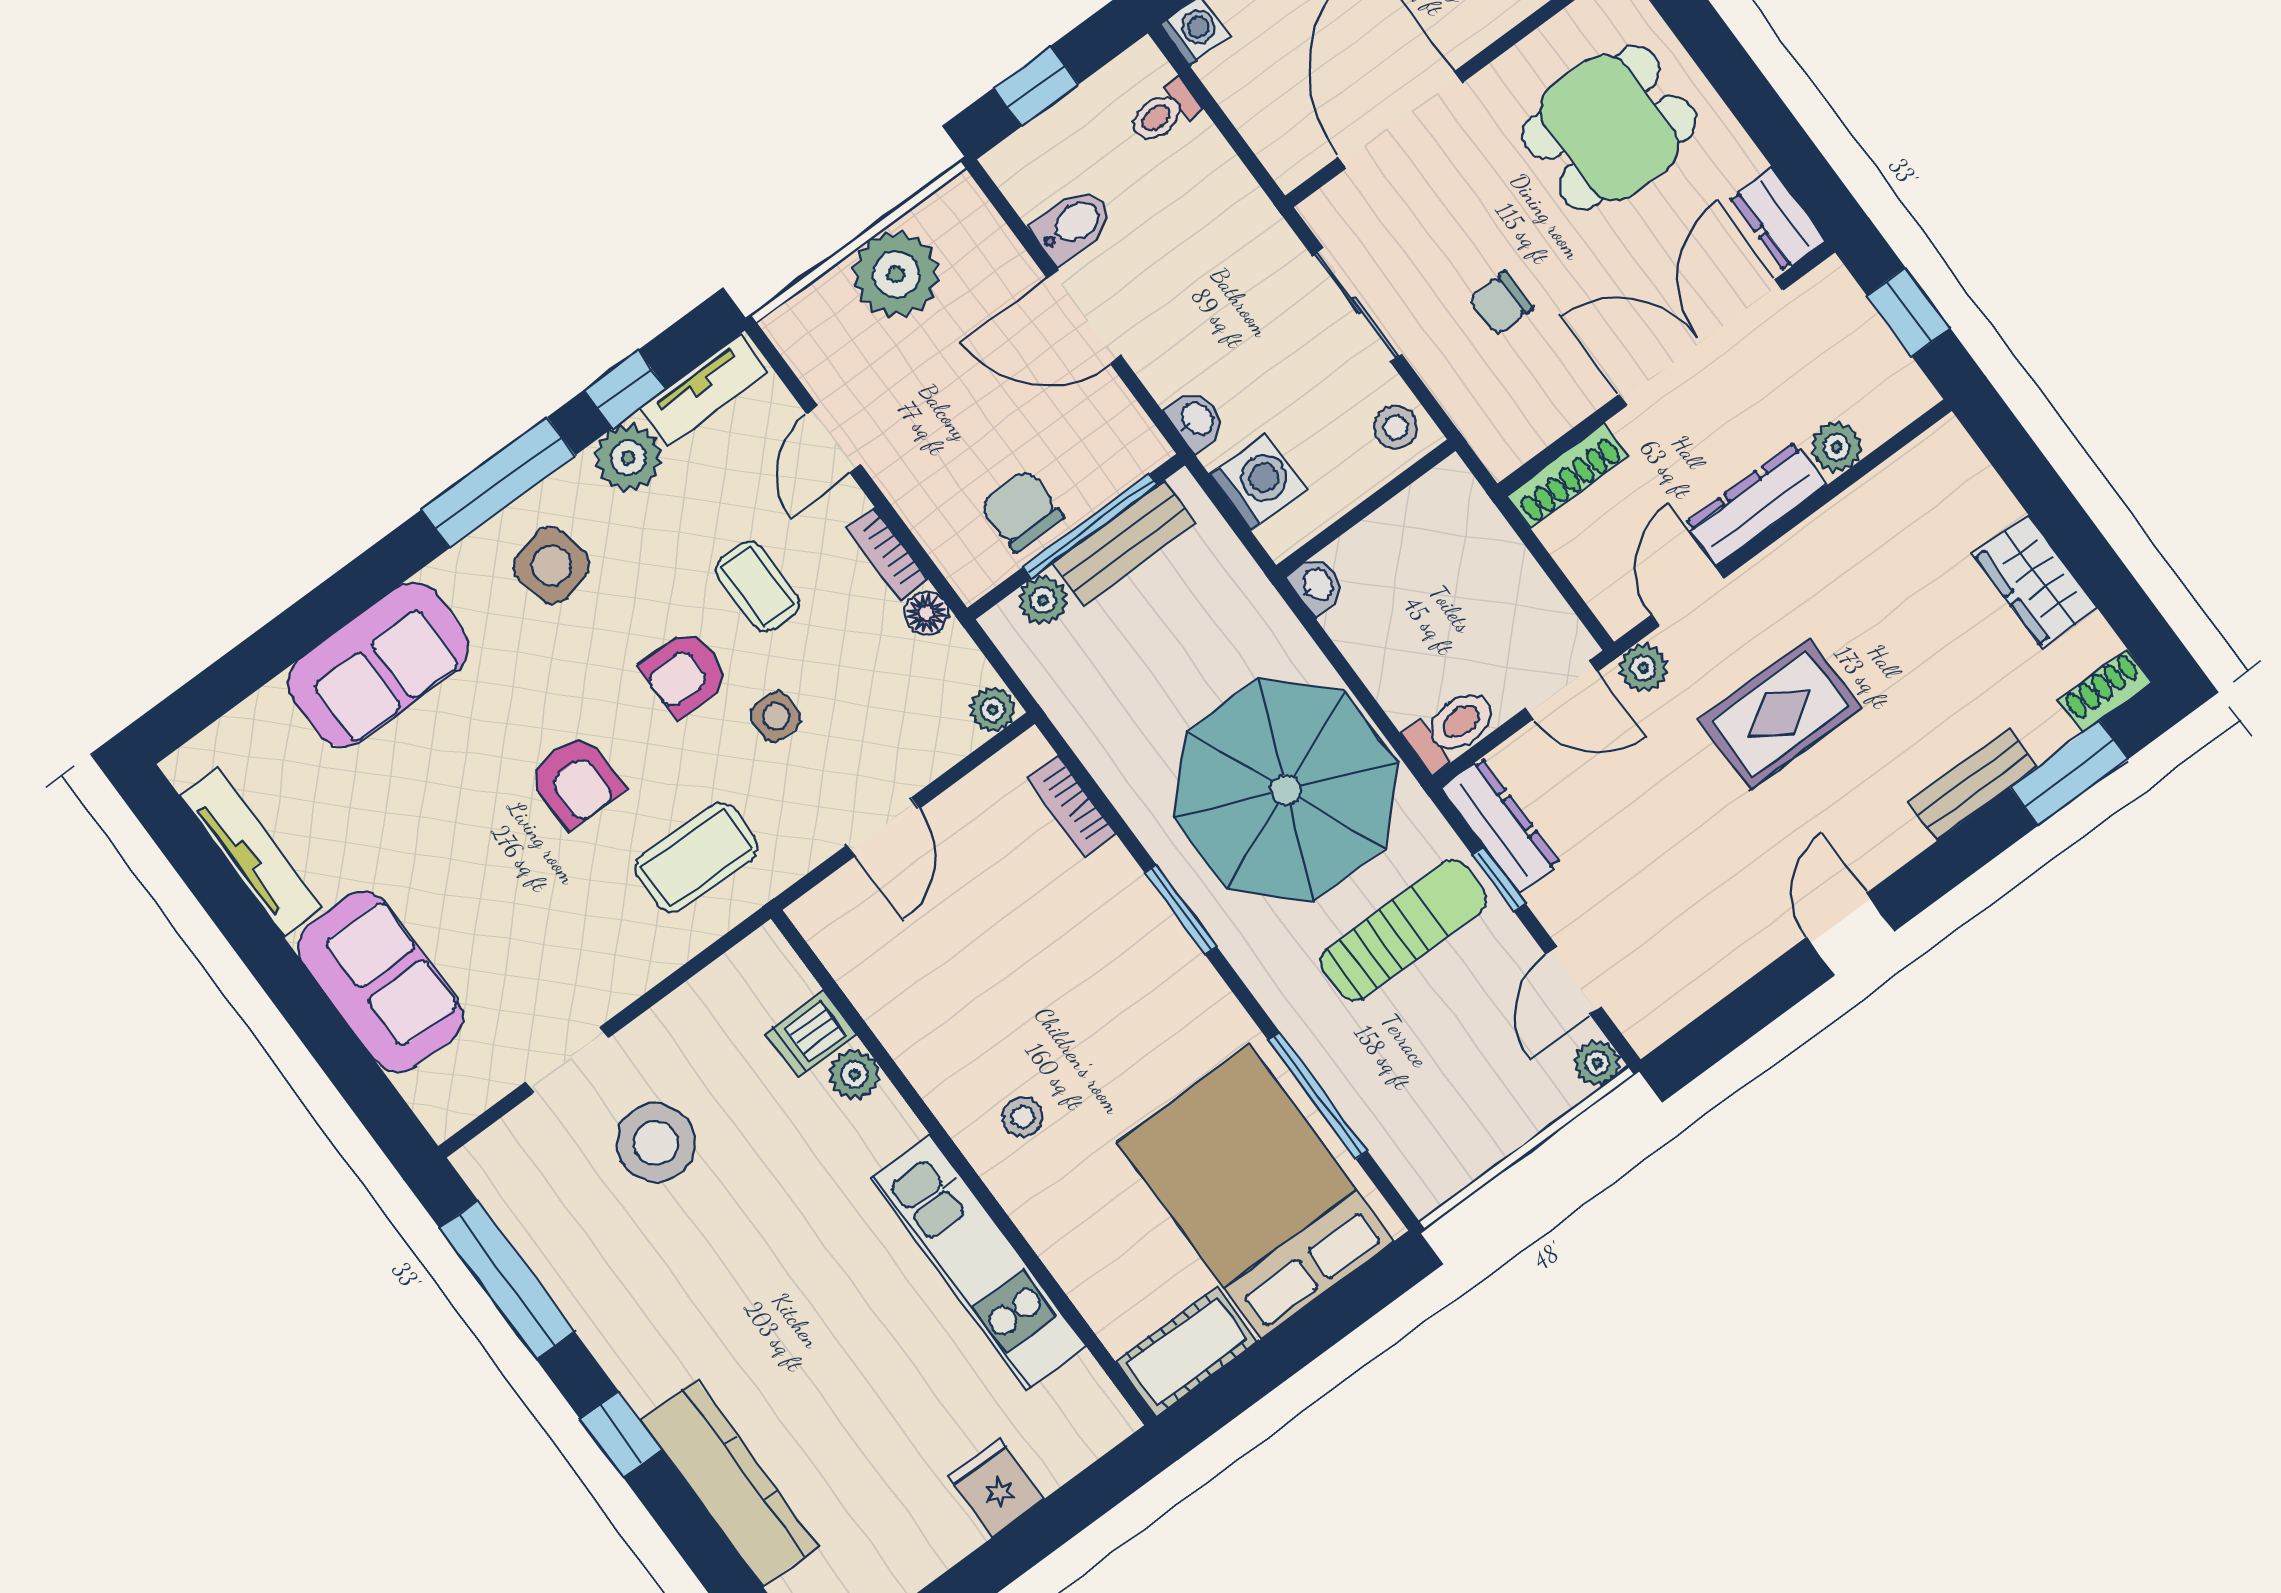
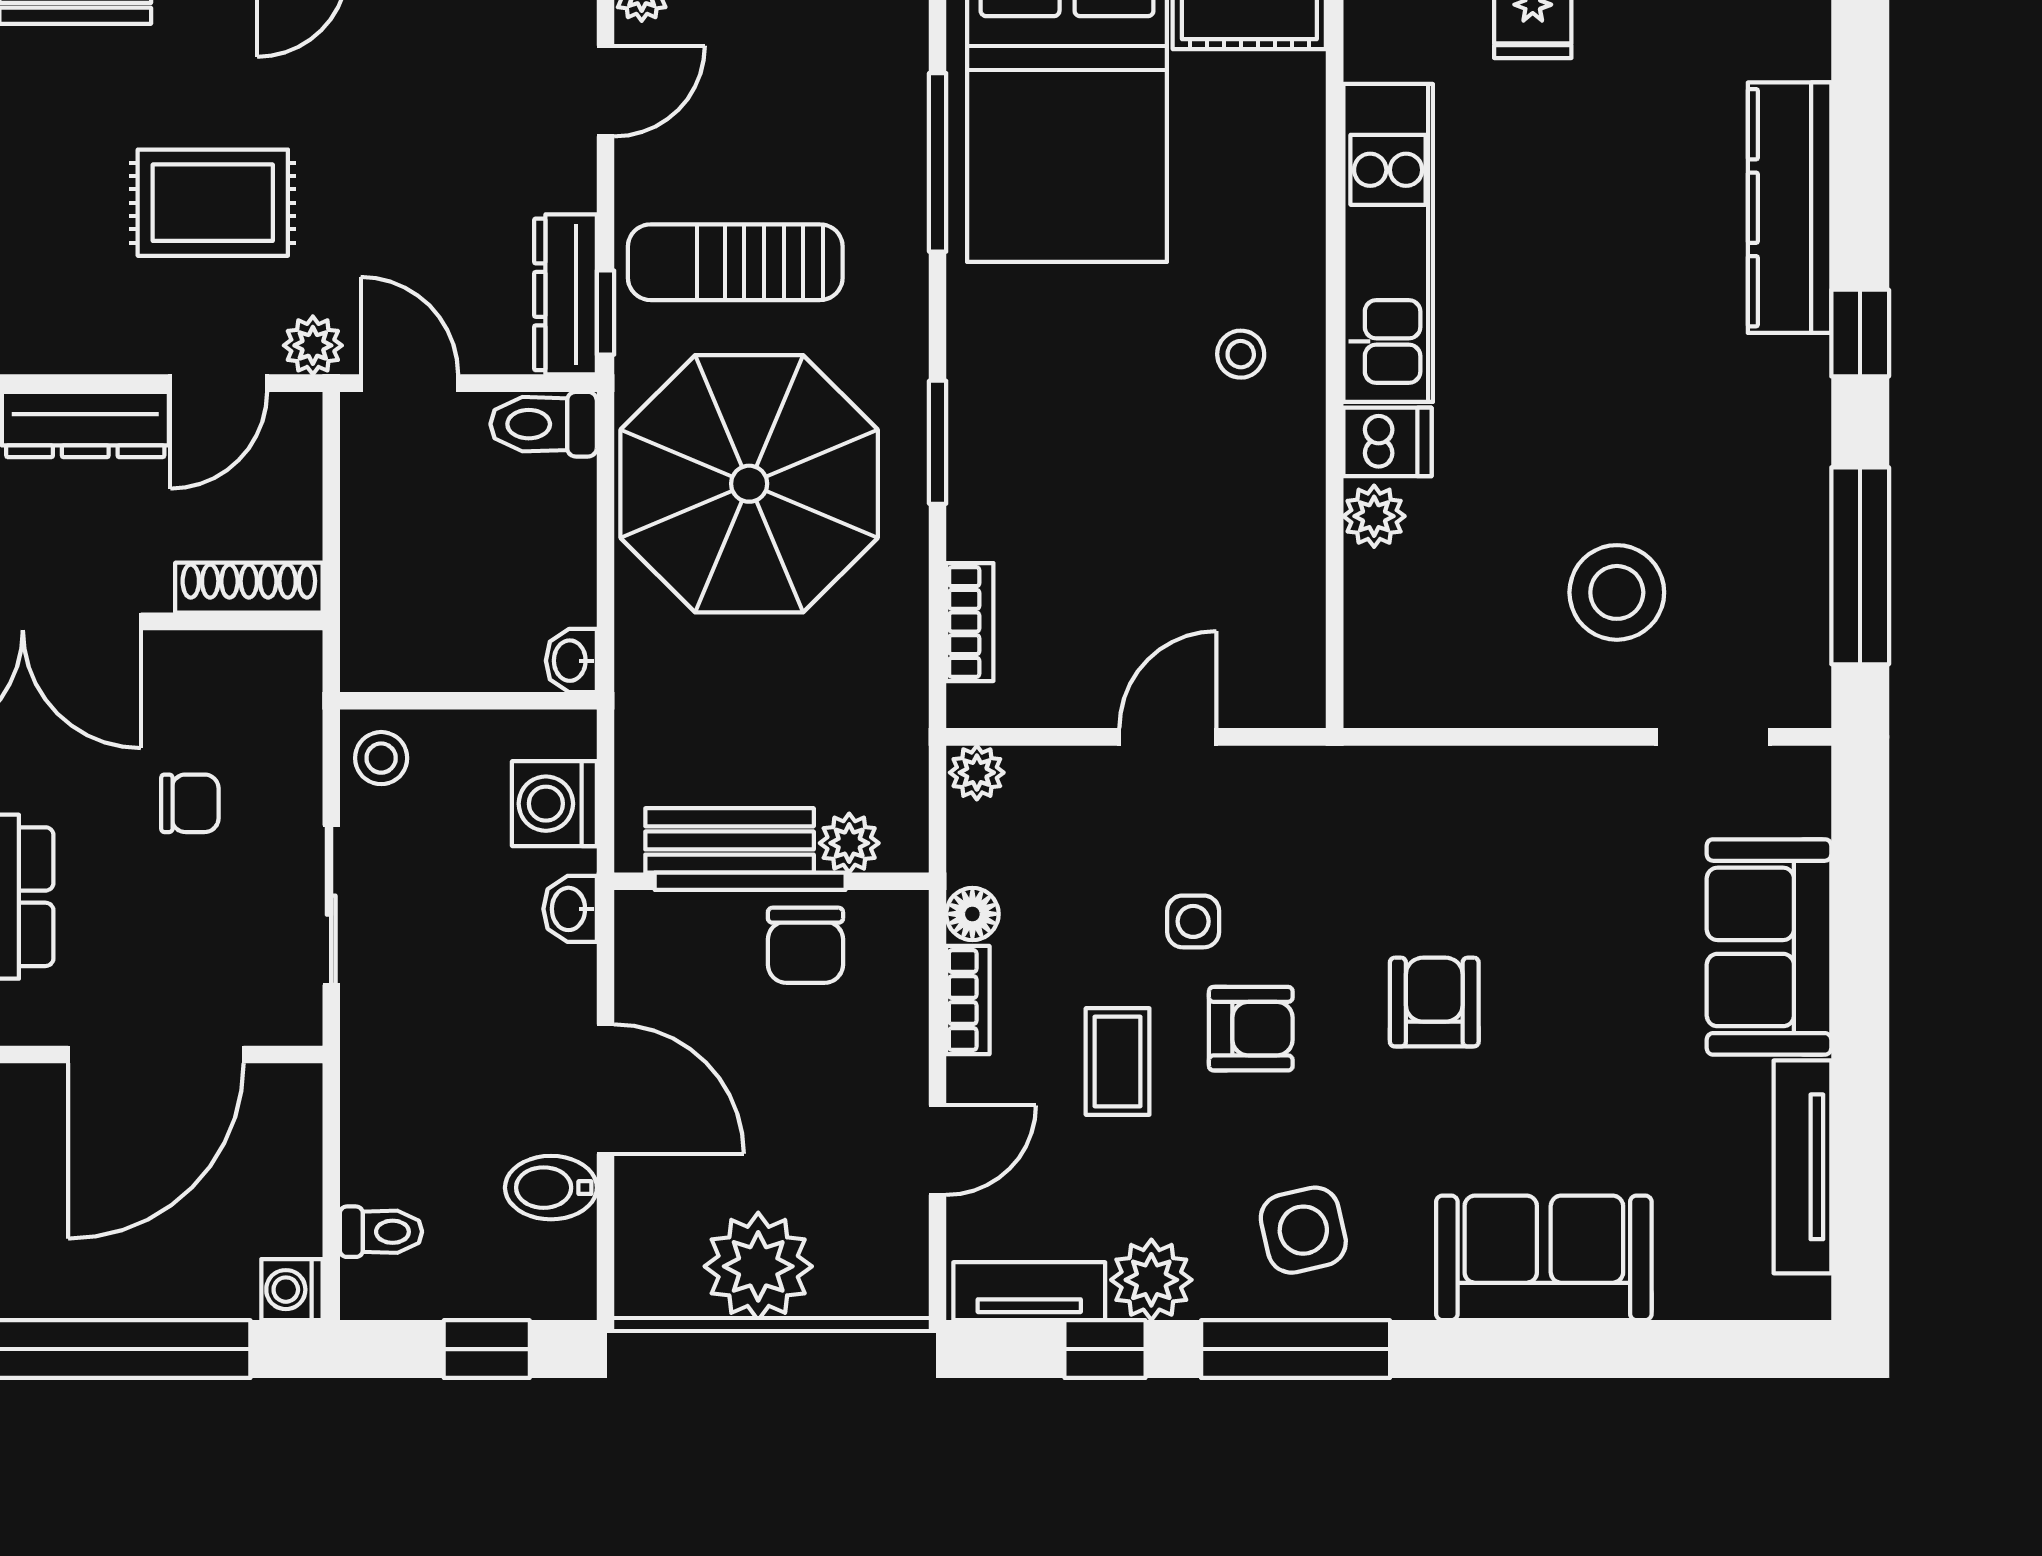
coffee table: (696, 858) -> (1372, 841), removed
window: (1499, 879) -> (606, 313), moved
dishwasher: (811, 1034) -> (1387, 442), moved
doorway: (567, 1060) -> (1713, 737), moved

